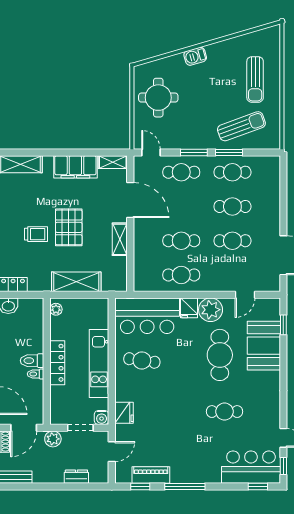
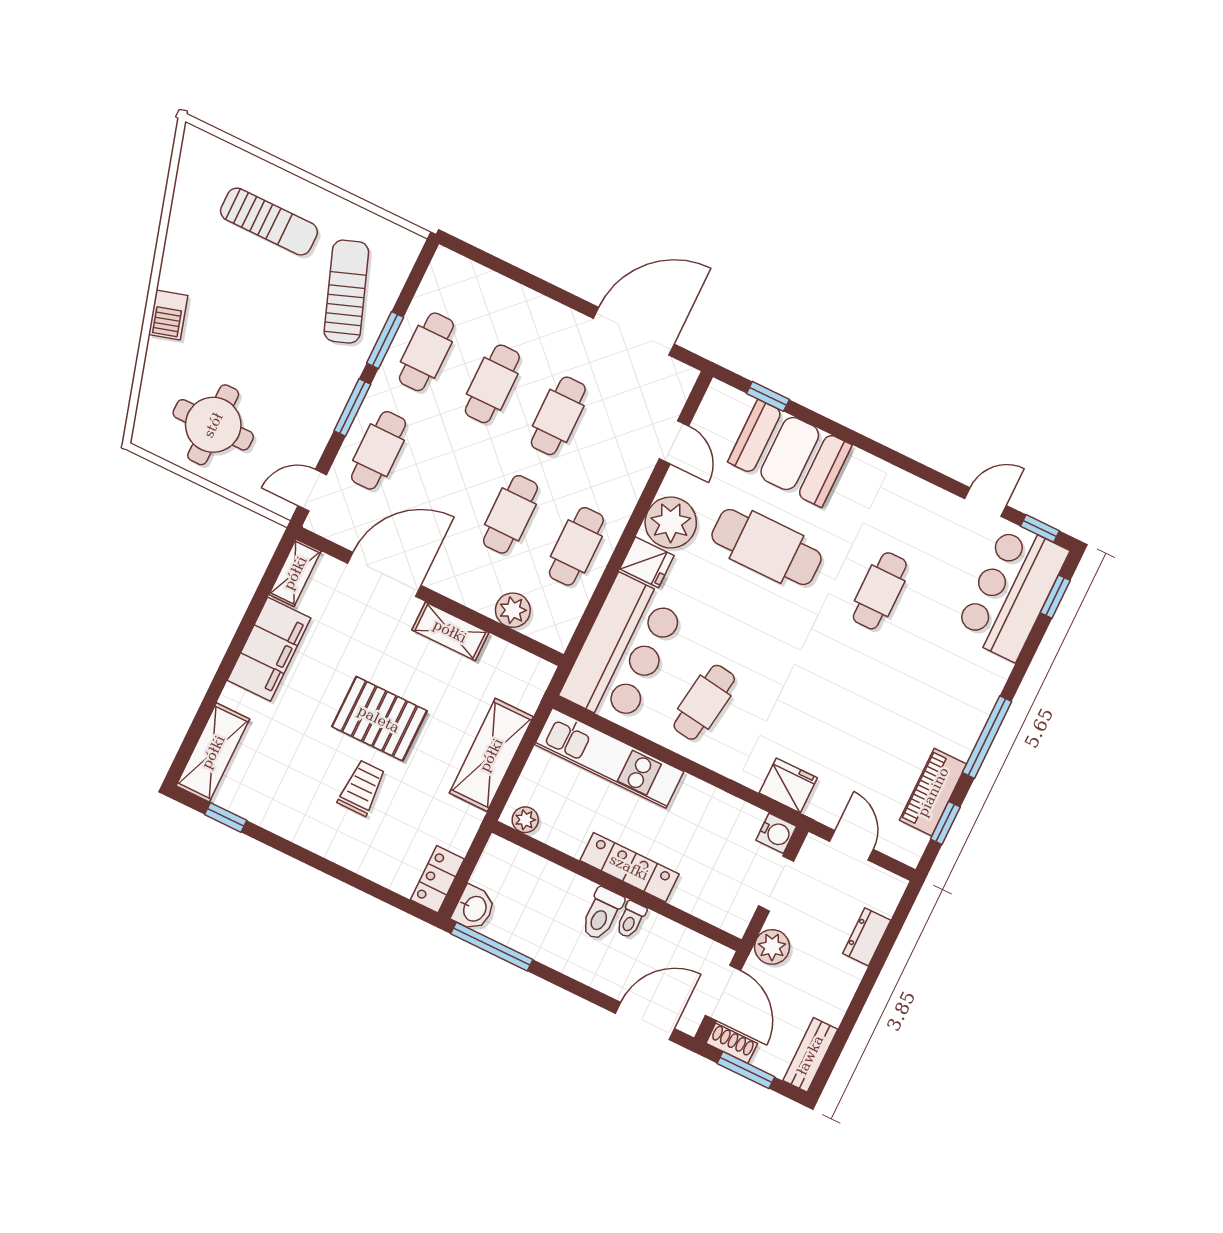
plant: (141, 261) -> (513, 610), added
kitchen unit: (99, 364) -> (609, 758), moved

